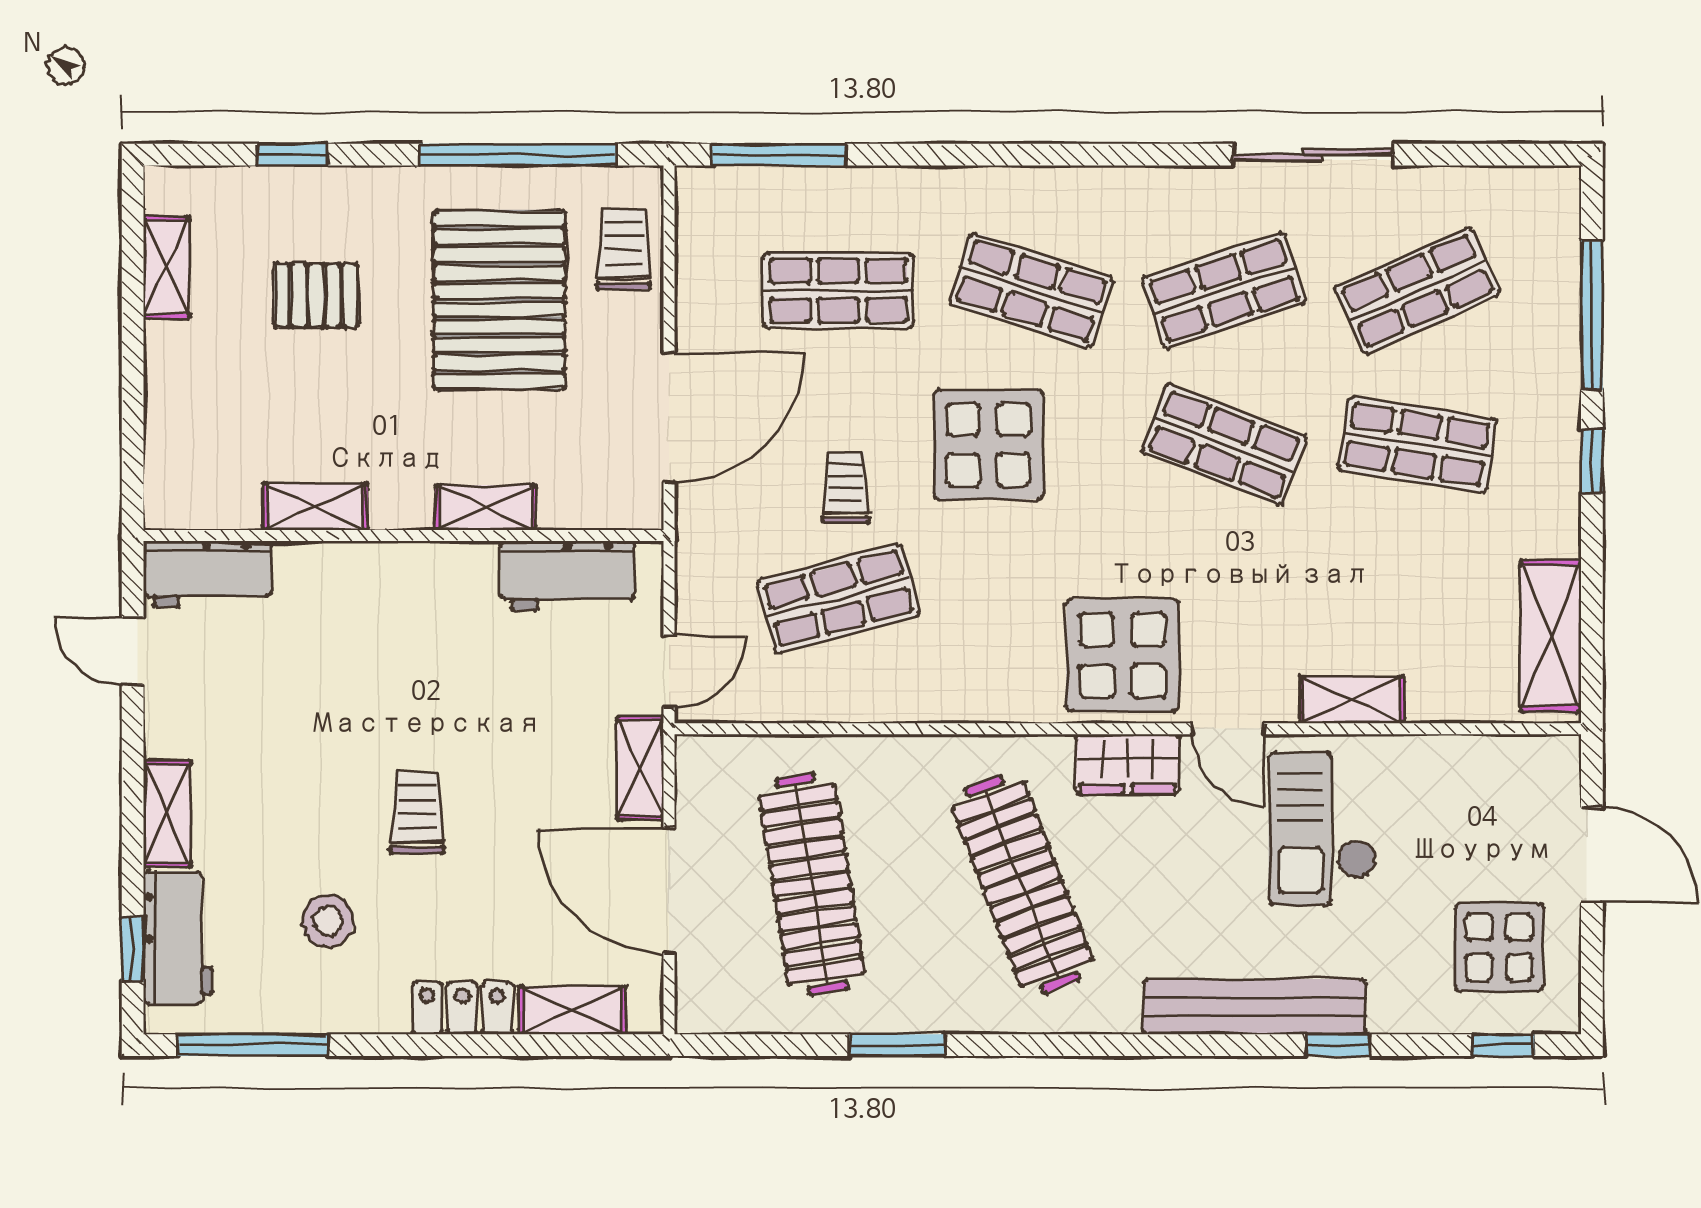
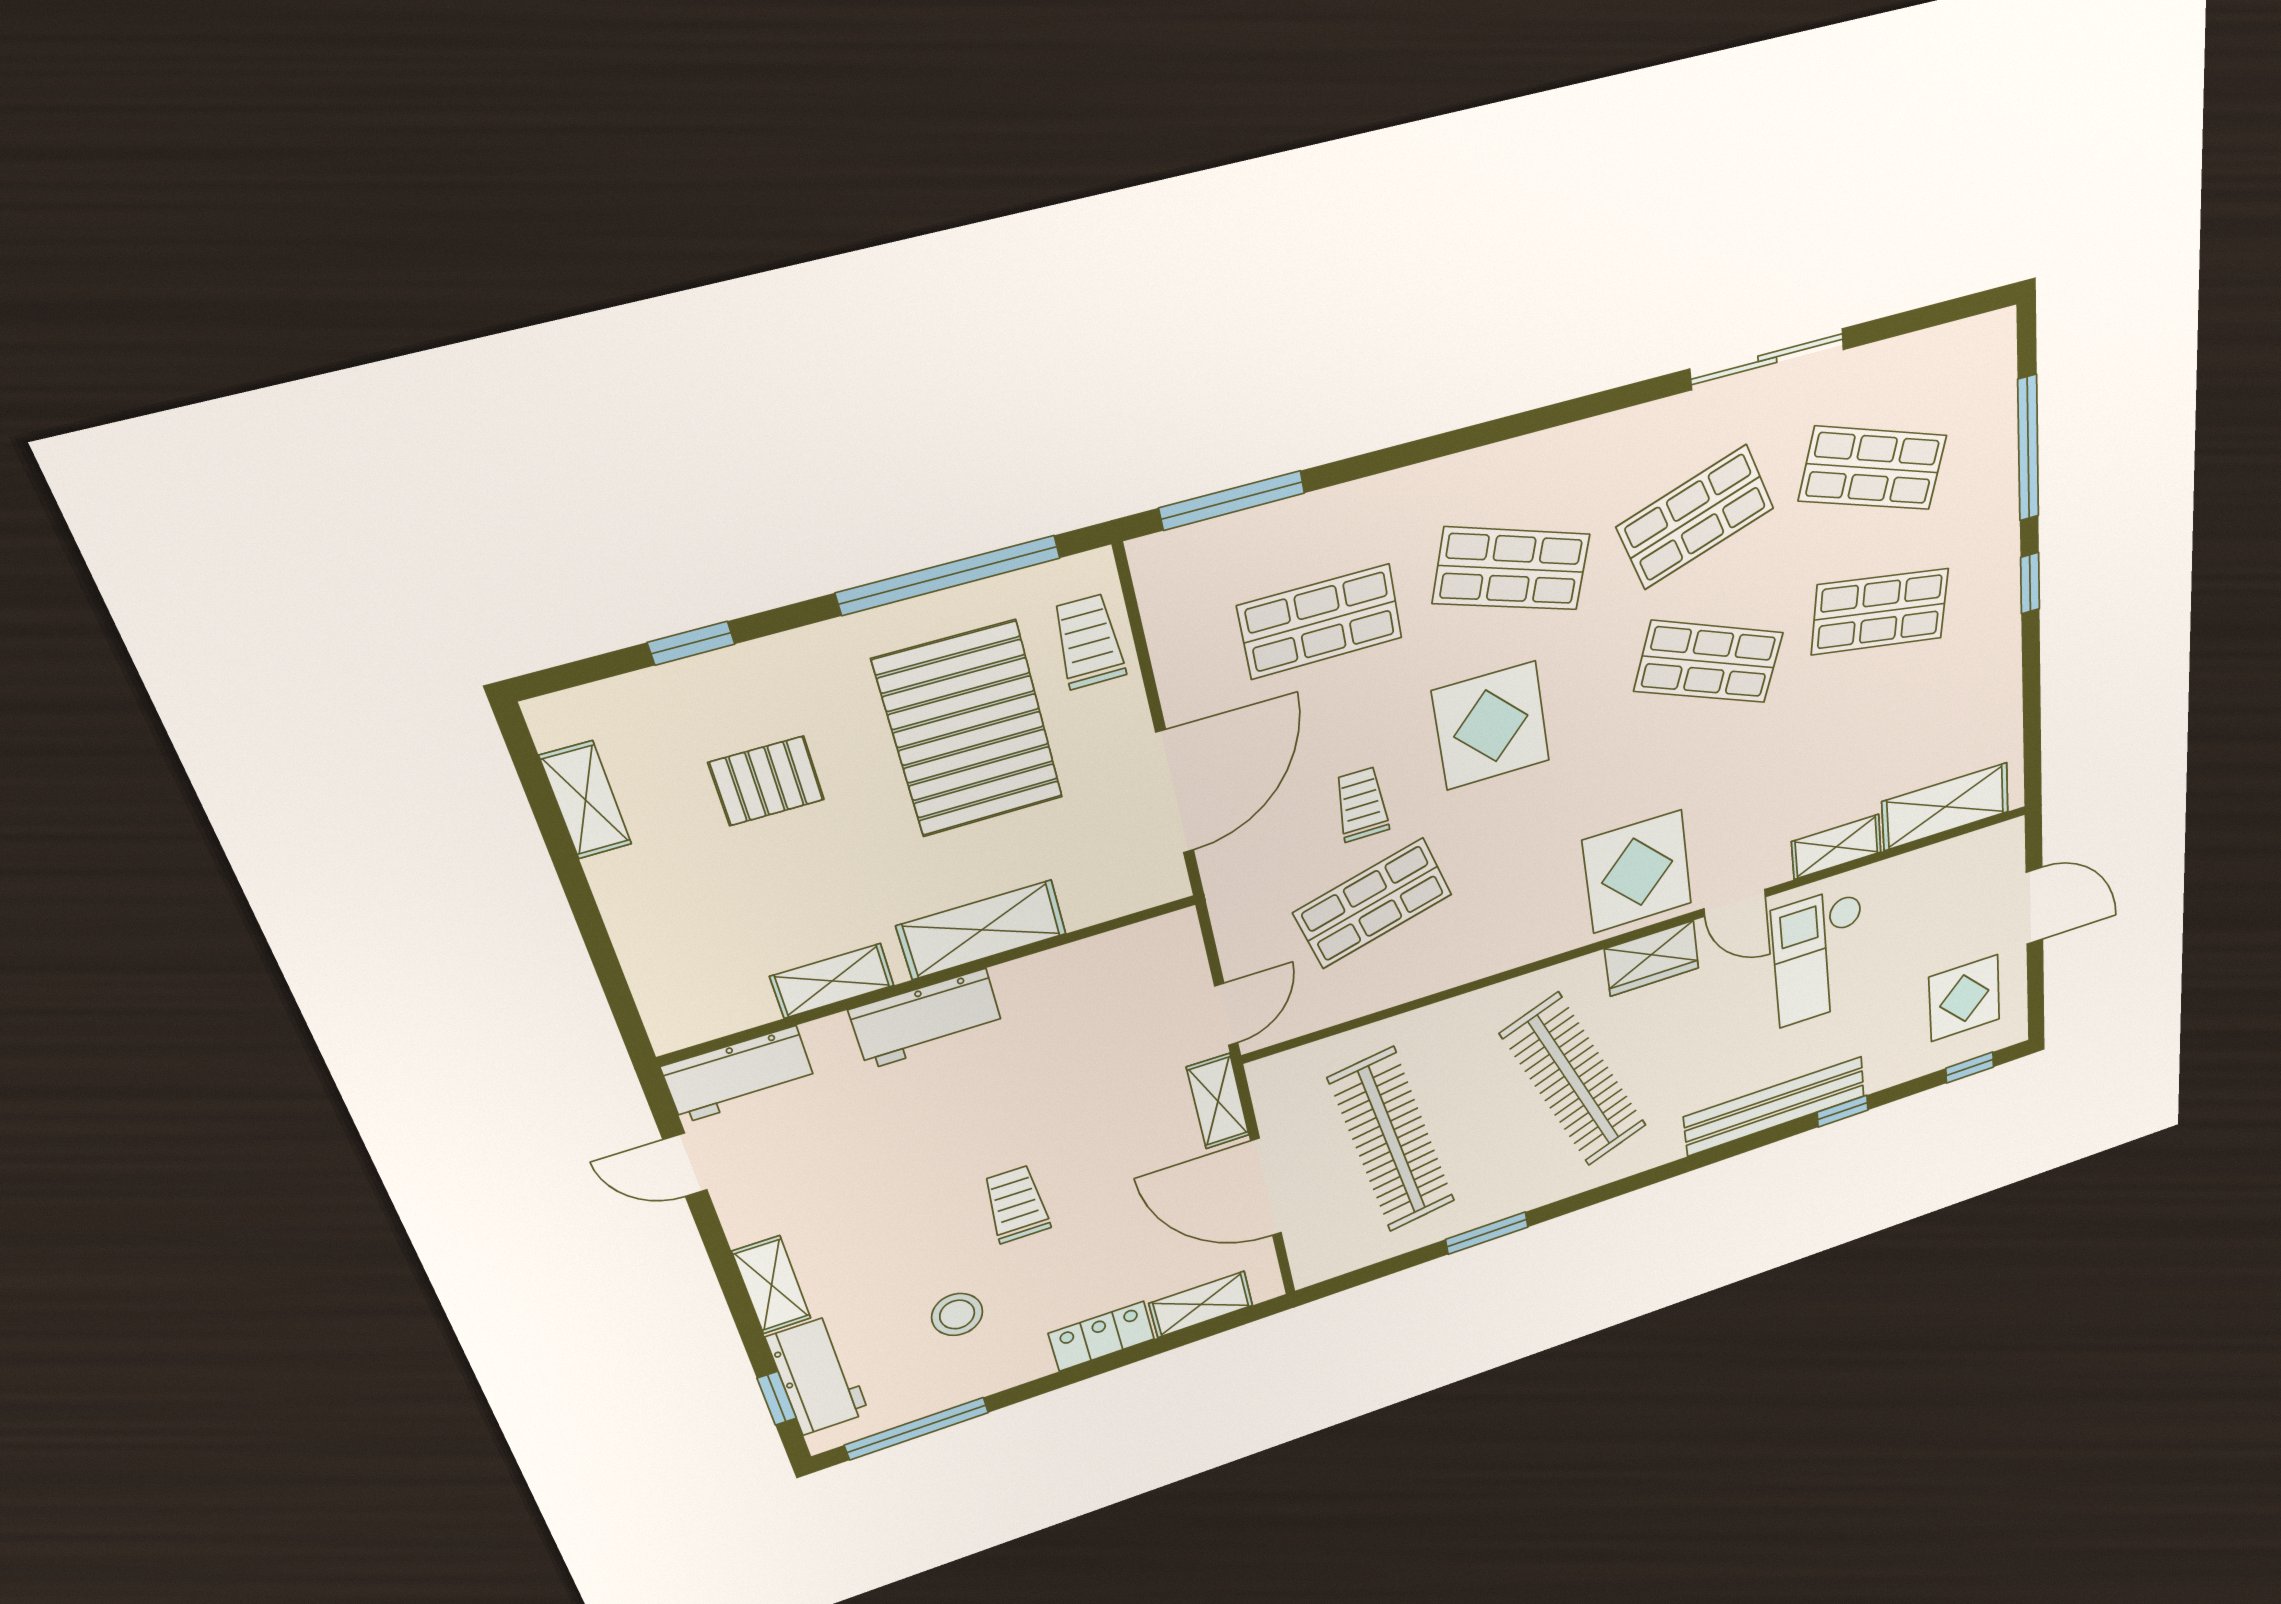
shop shelf: (1417, 290) -> (1873, 468), turned 42
shelving: (485, 508) -> (982, 930), width x1.50, depth x1.33
workbench: (567, 576) -> (927, 1019), moved
shelving: (1551, 636) -> (1945, 807), moved, turned 90

